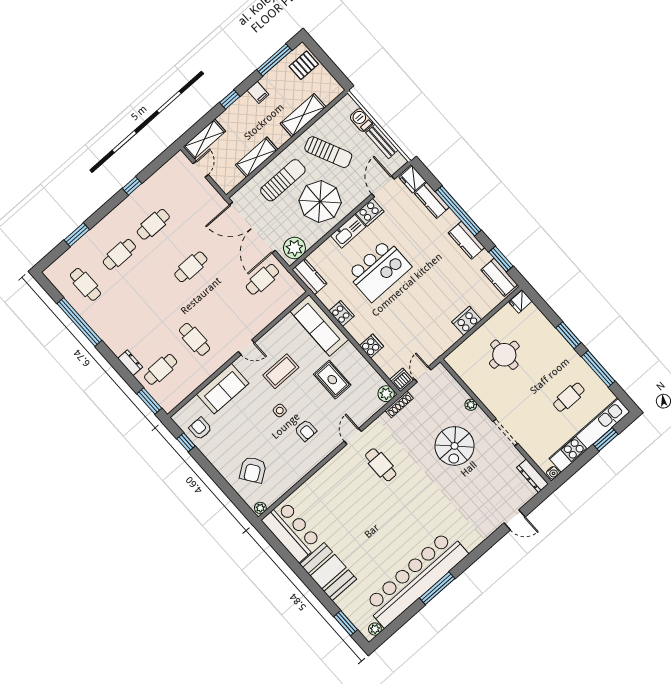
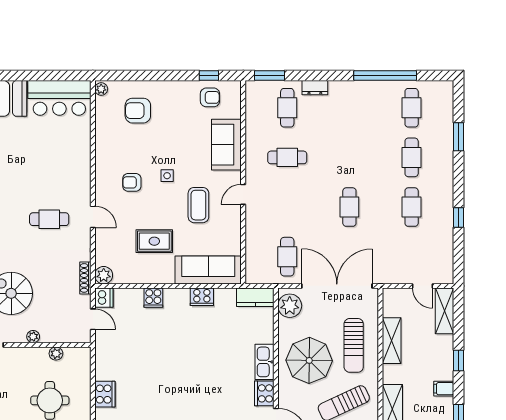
kitchen island: (379, 270) -> (210, 359), removed
cafe table: (85, 284) -> (412, 108), turned 90
plant: (469, 379) -> (56, 354), added
armchair: (253, 470) -> (138, 111), turned -55

